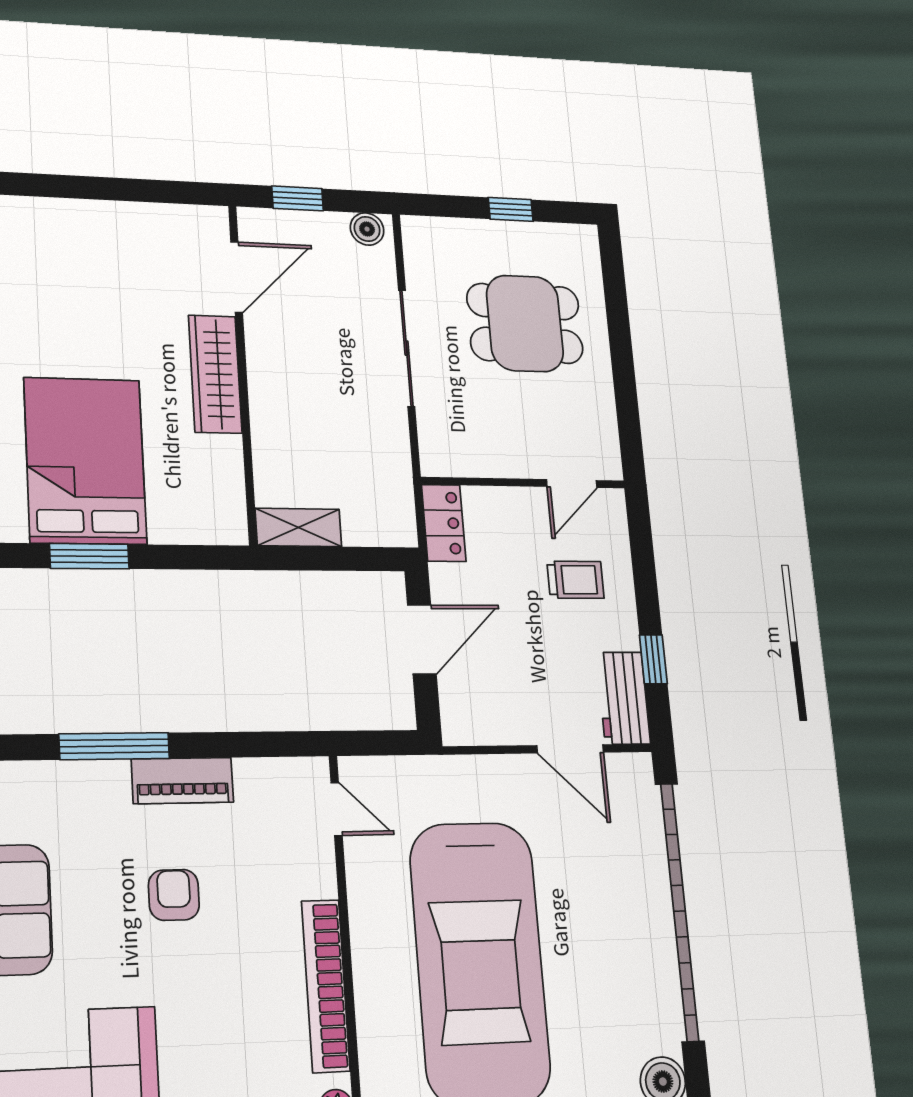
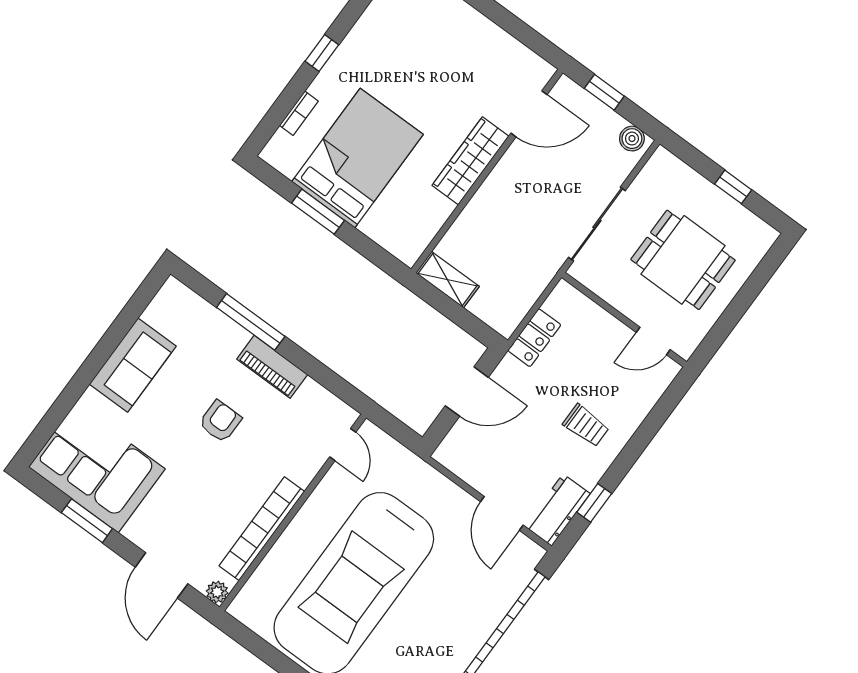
wall: (524, 483) -> (624, 320), moved
door: (572, 483) -> (653, 341), moved

